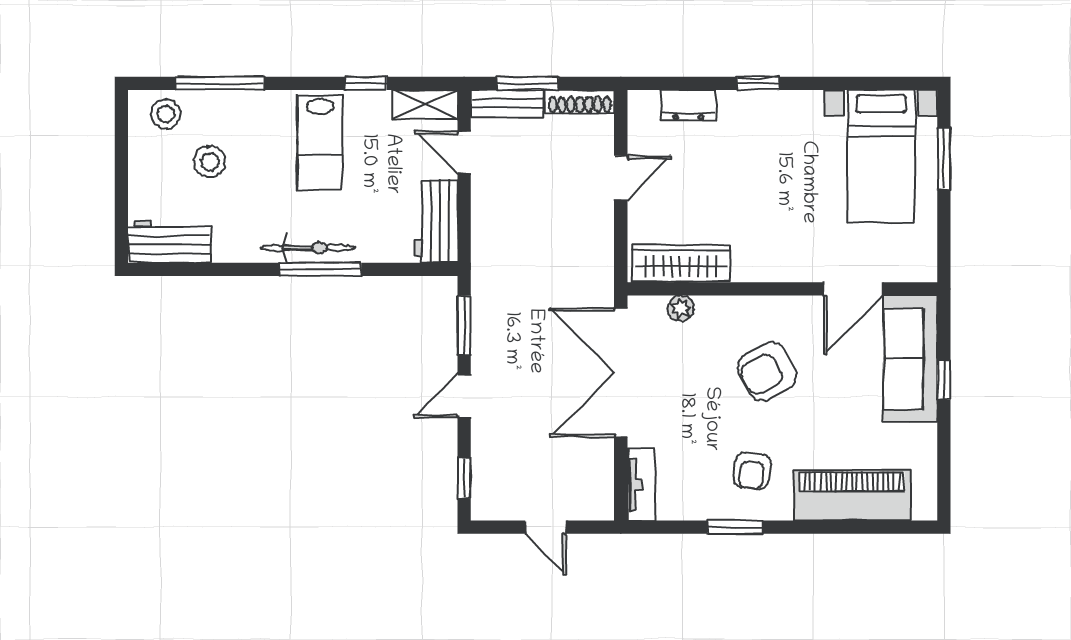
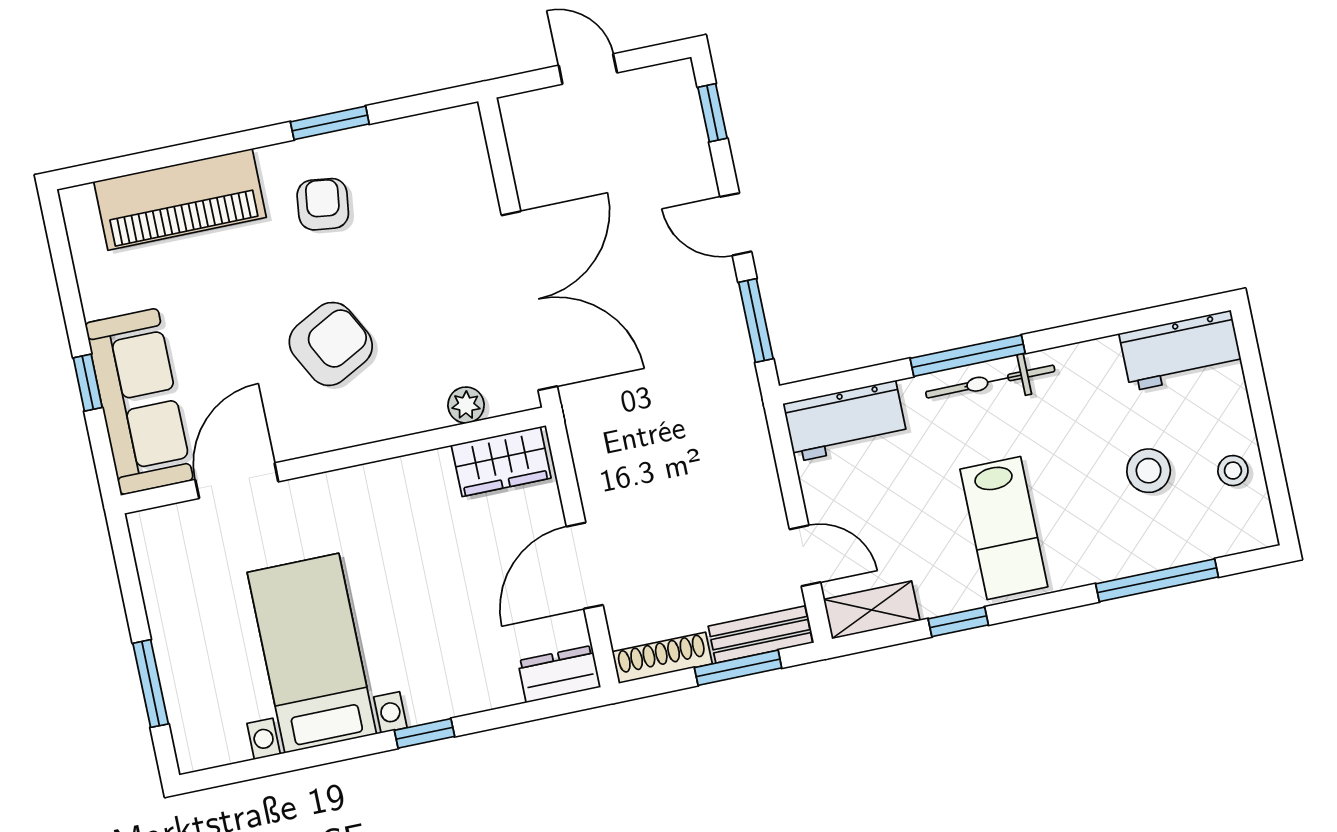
dresser: (688, 105) -> (559, 674), moved
stool: (166, 114) -> (1233, 471), moved, width x0.73, depth x0.73
lab bench: (320, 143) -> (1004, 528), turned 180
bed with nightstands: (881, 156) -> (312, 653), moved
door: (621, 178) -> (585, 566), width x1.38
workbench: (436, 221) -> (845, 421), moved, turned 90
wardrobe: (681, 263) -> (501, 462), width x0.67
door: (464, 396) -> (736, 224), swing flipped
tv unit: (641, 484) -> (470, 154), removed

